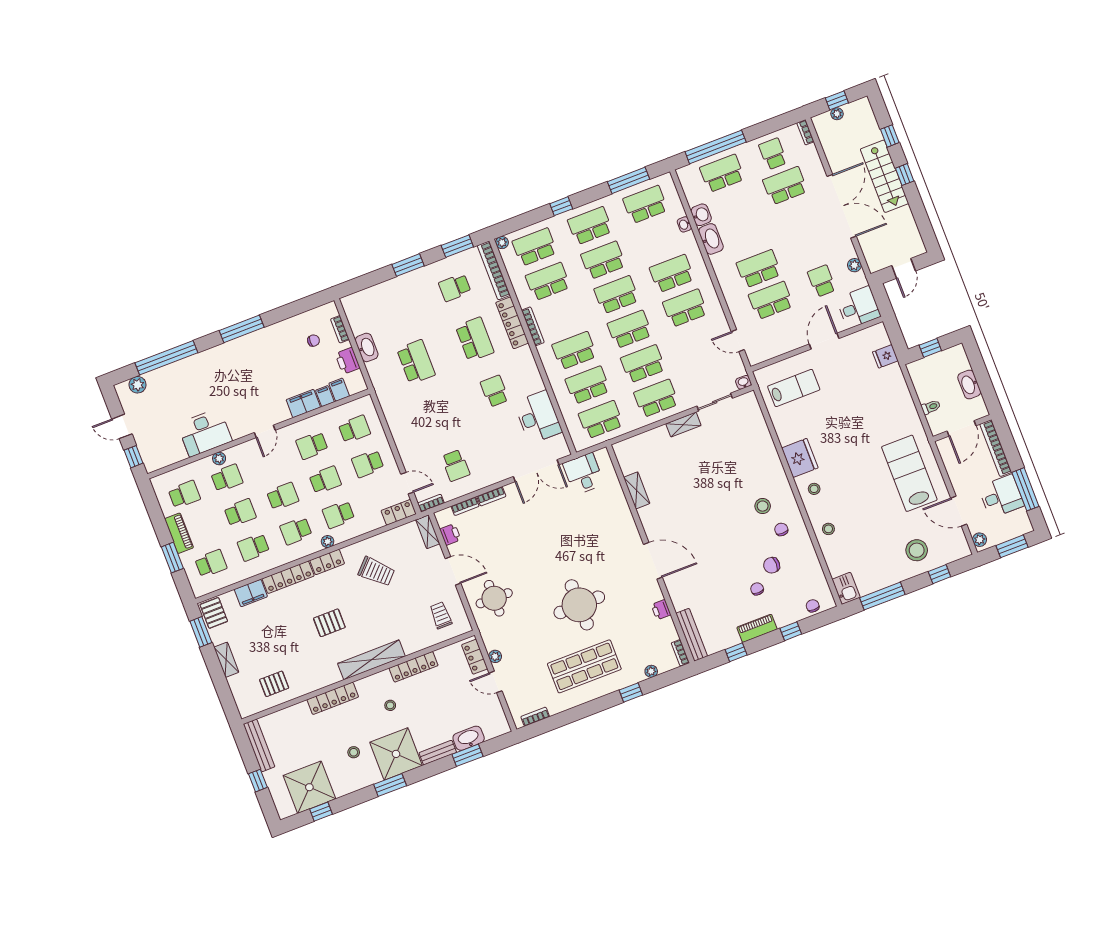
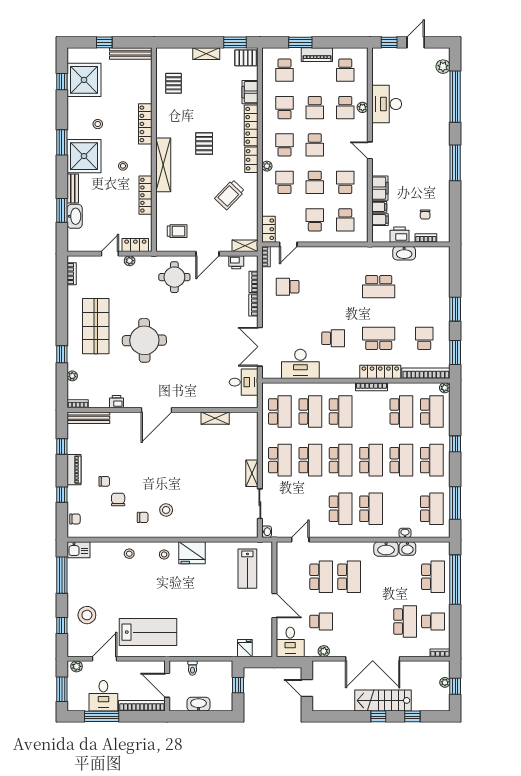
school desk: (475, 339) -> (379, 338), turned 180

